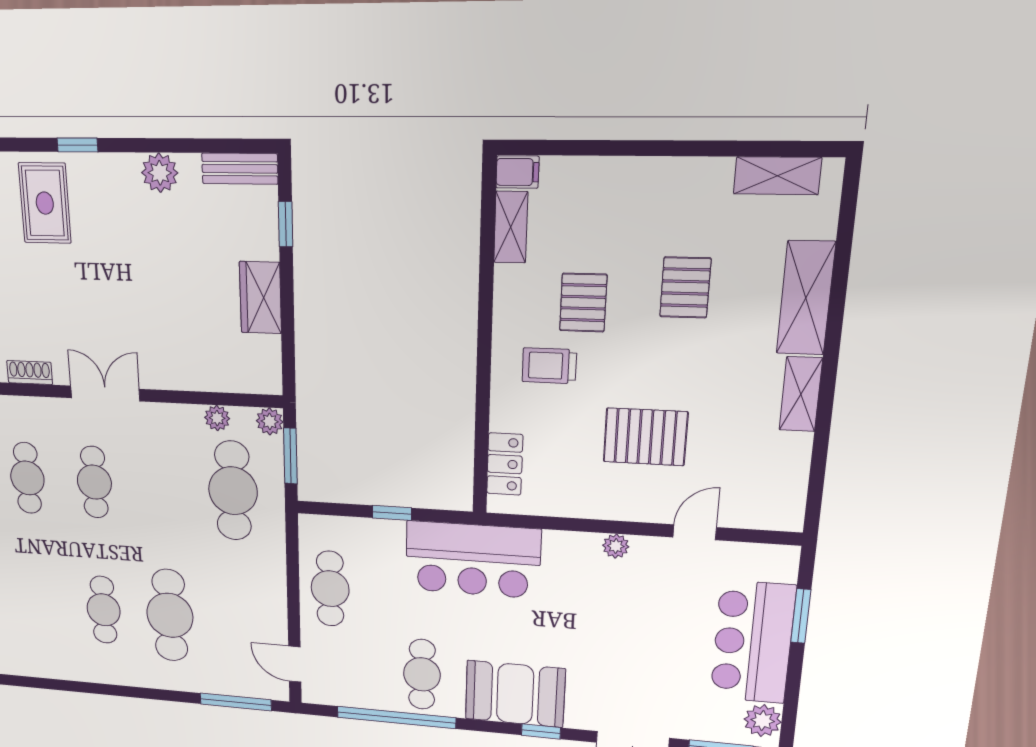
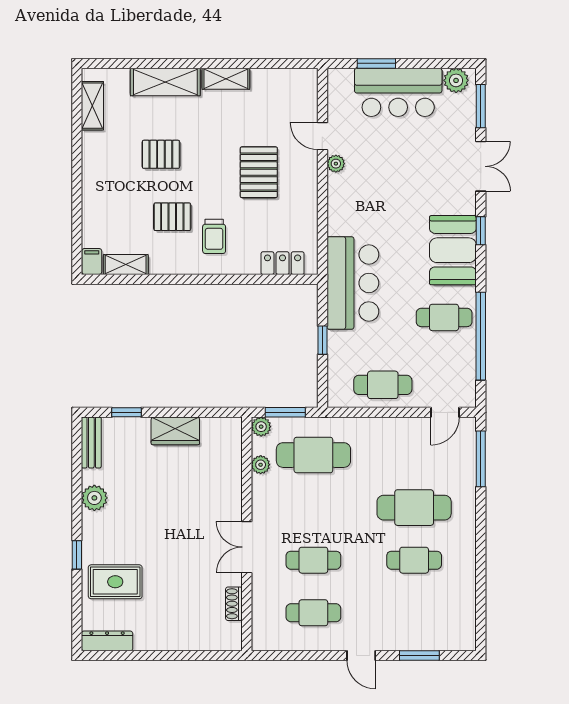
plant: (616, 546) -> (336, 164), moved

